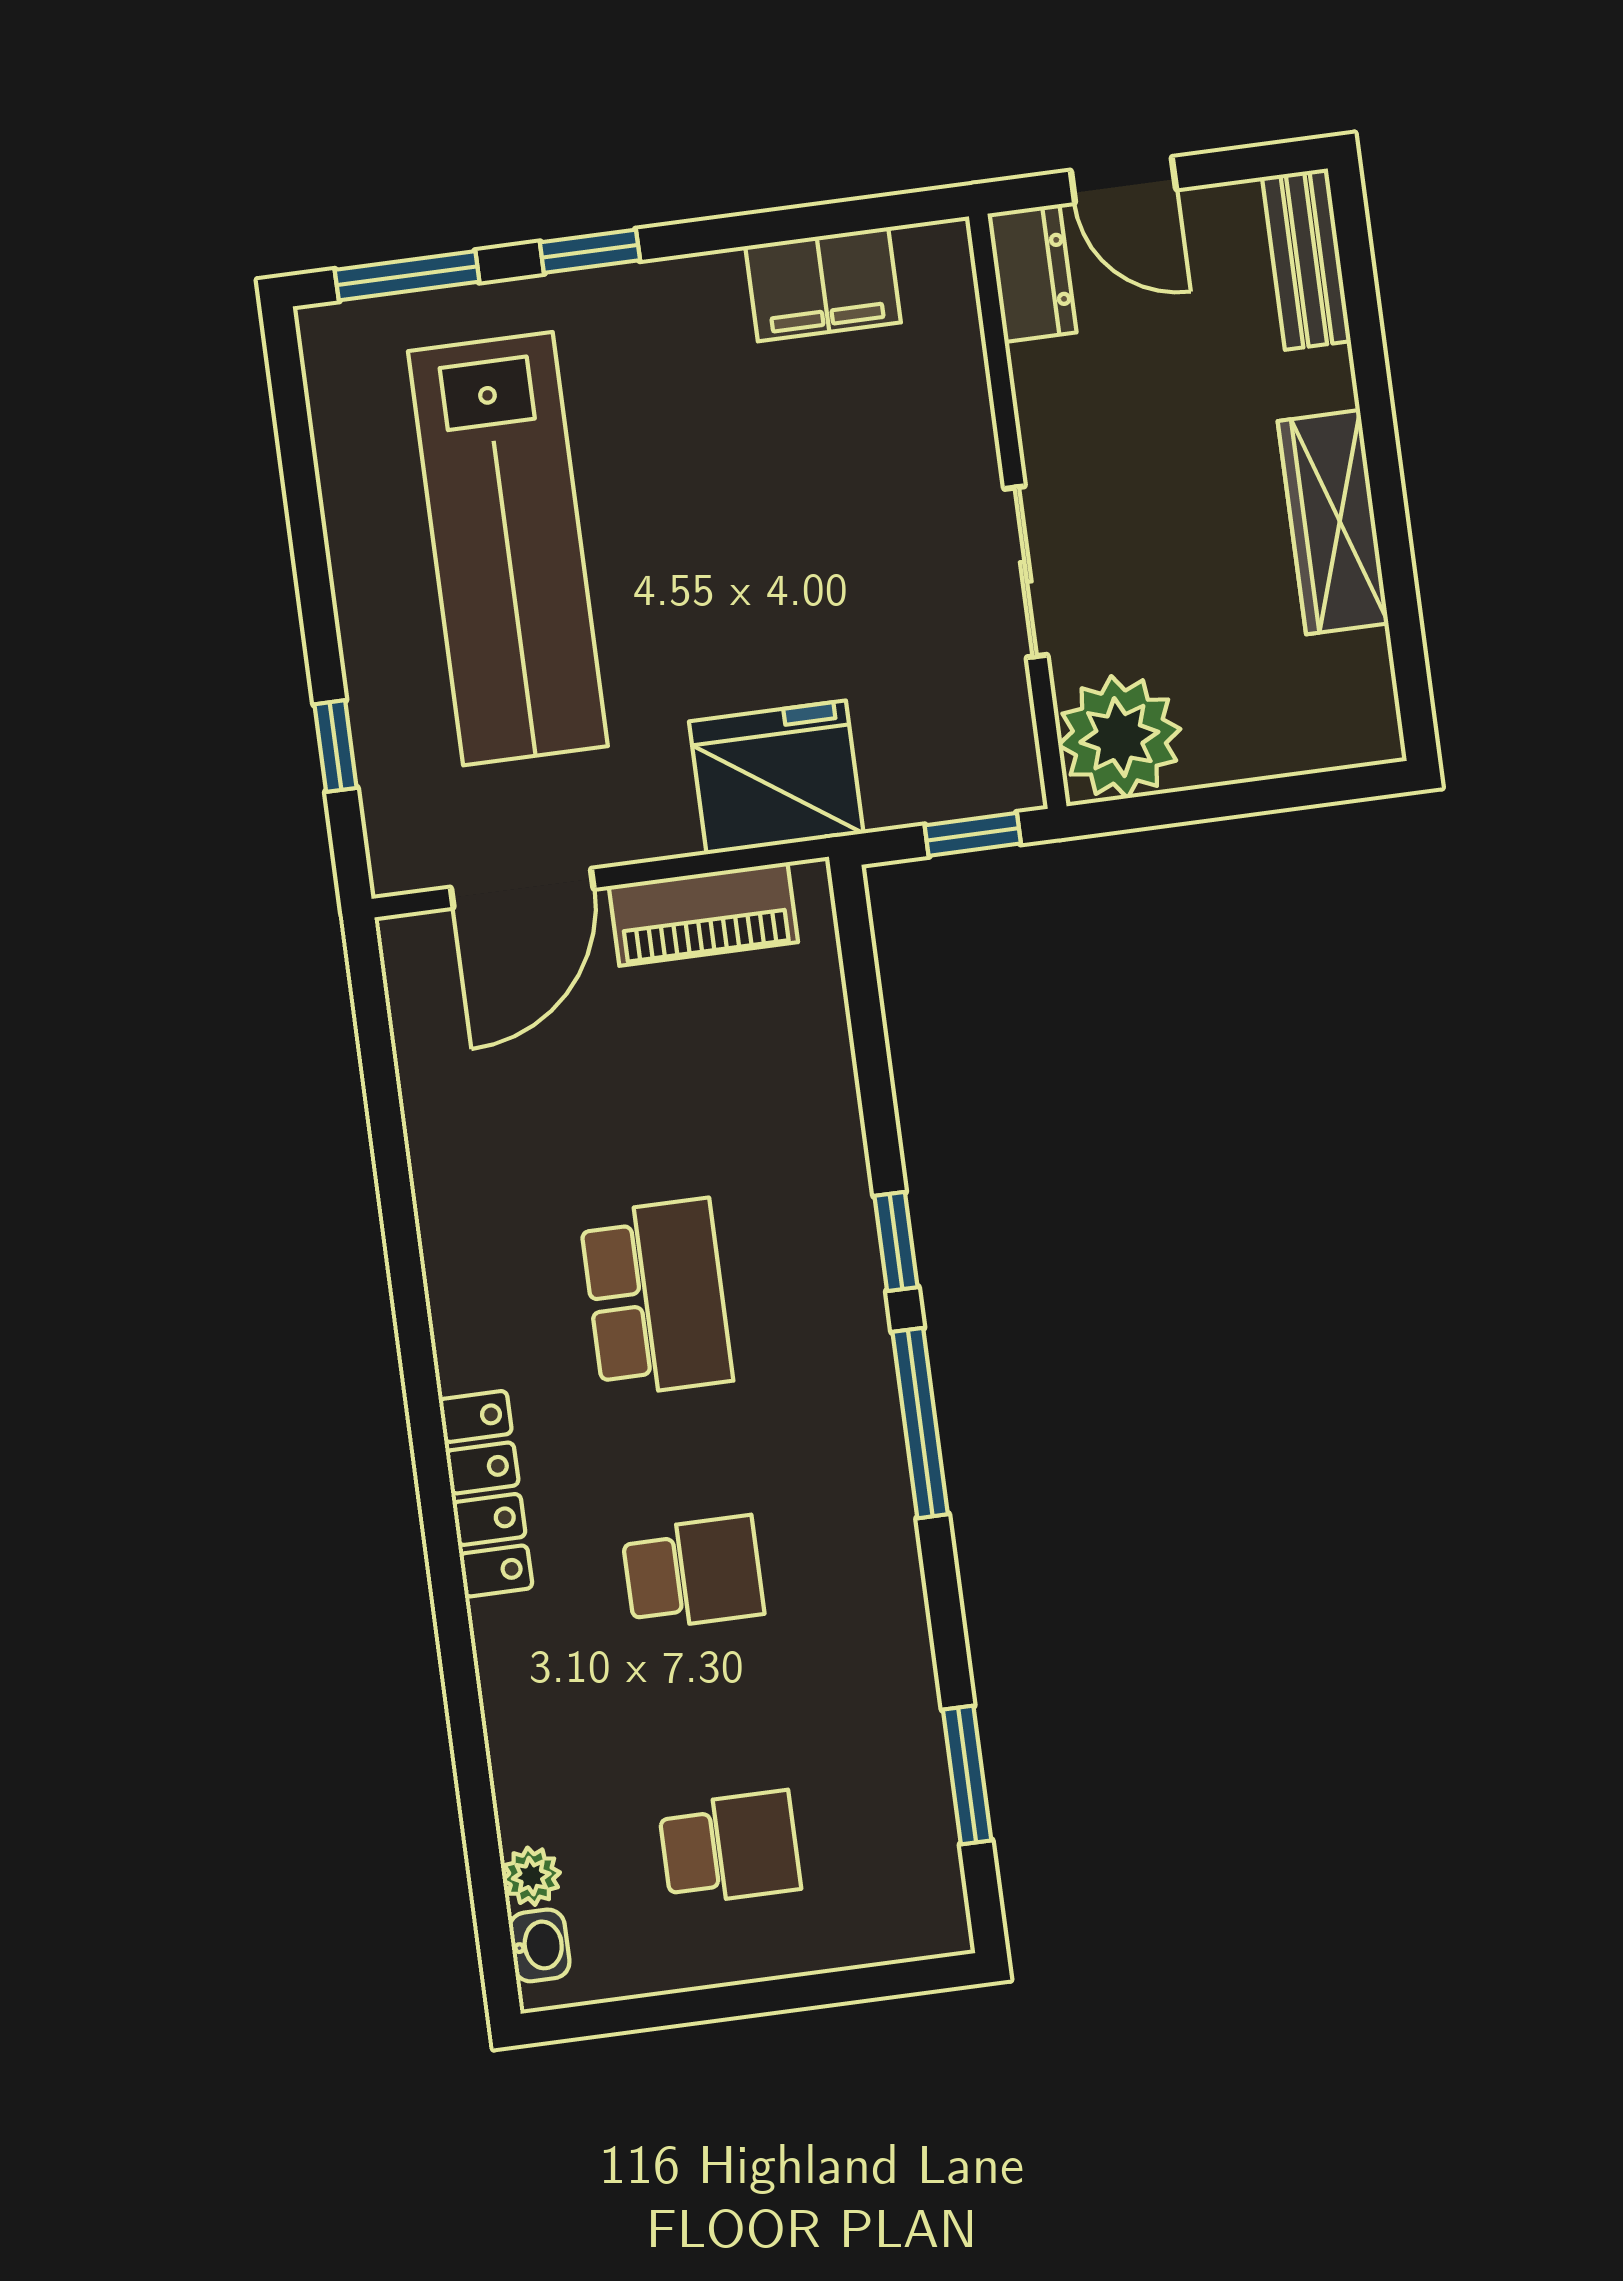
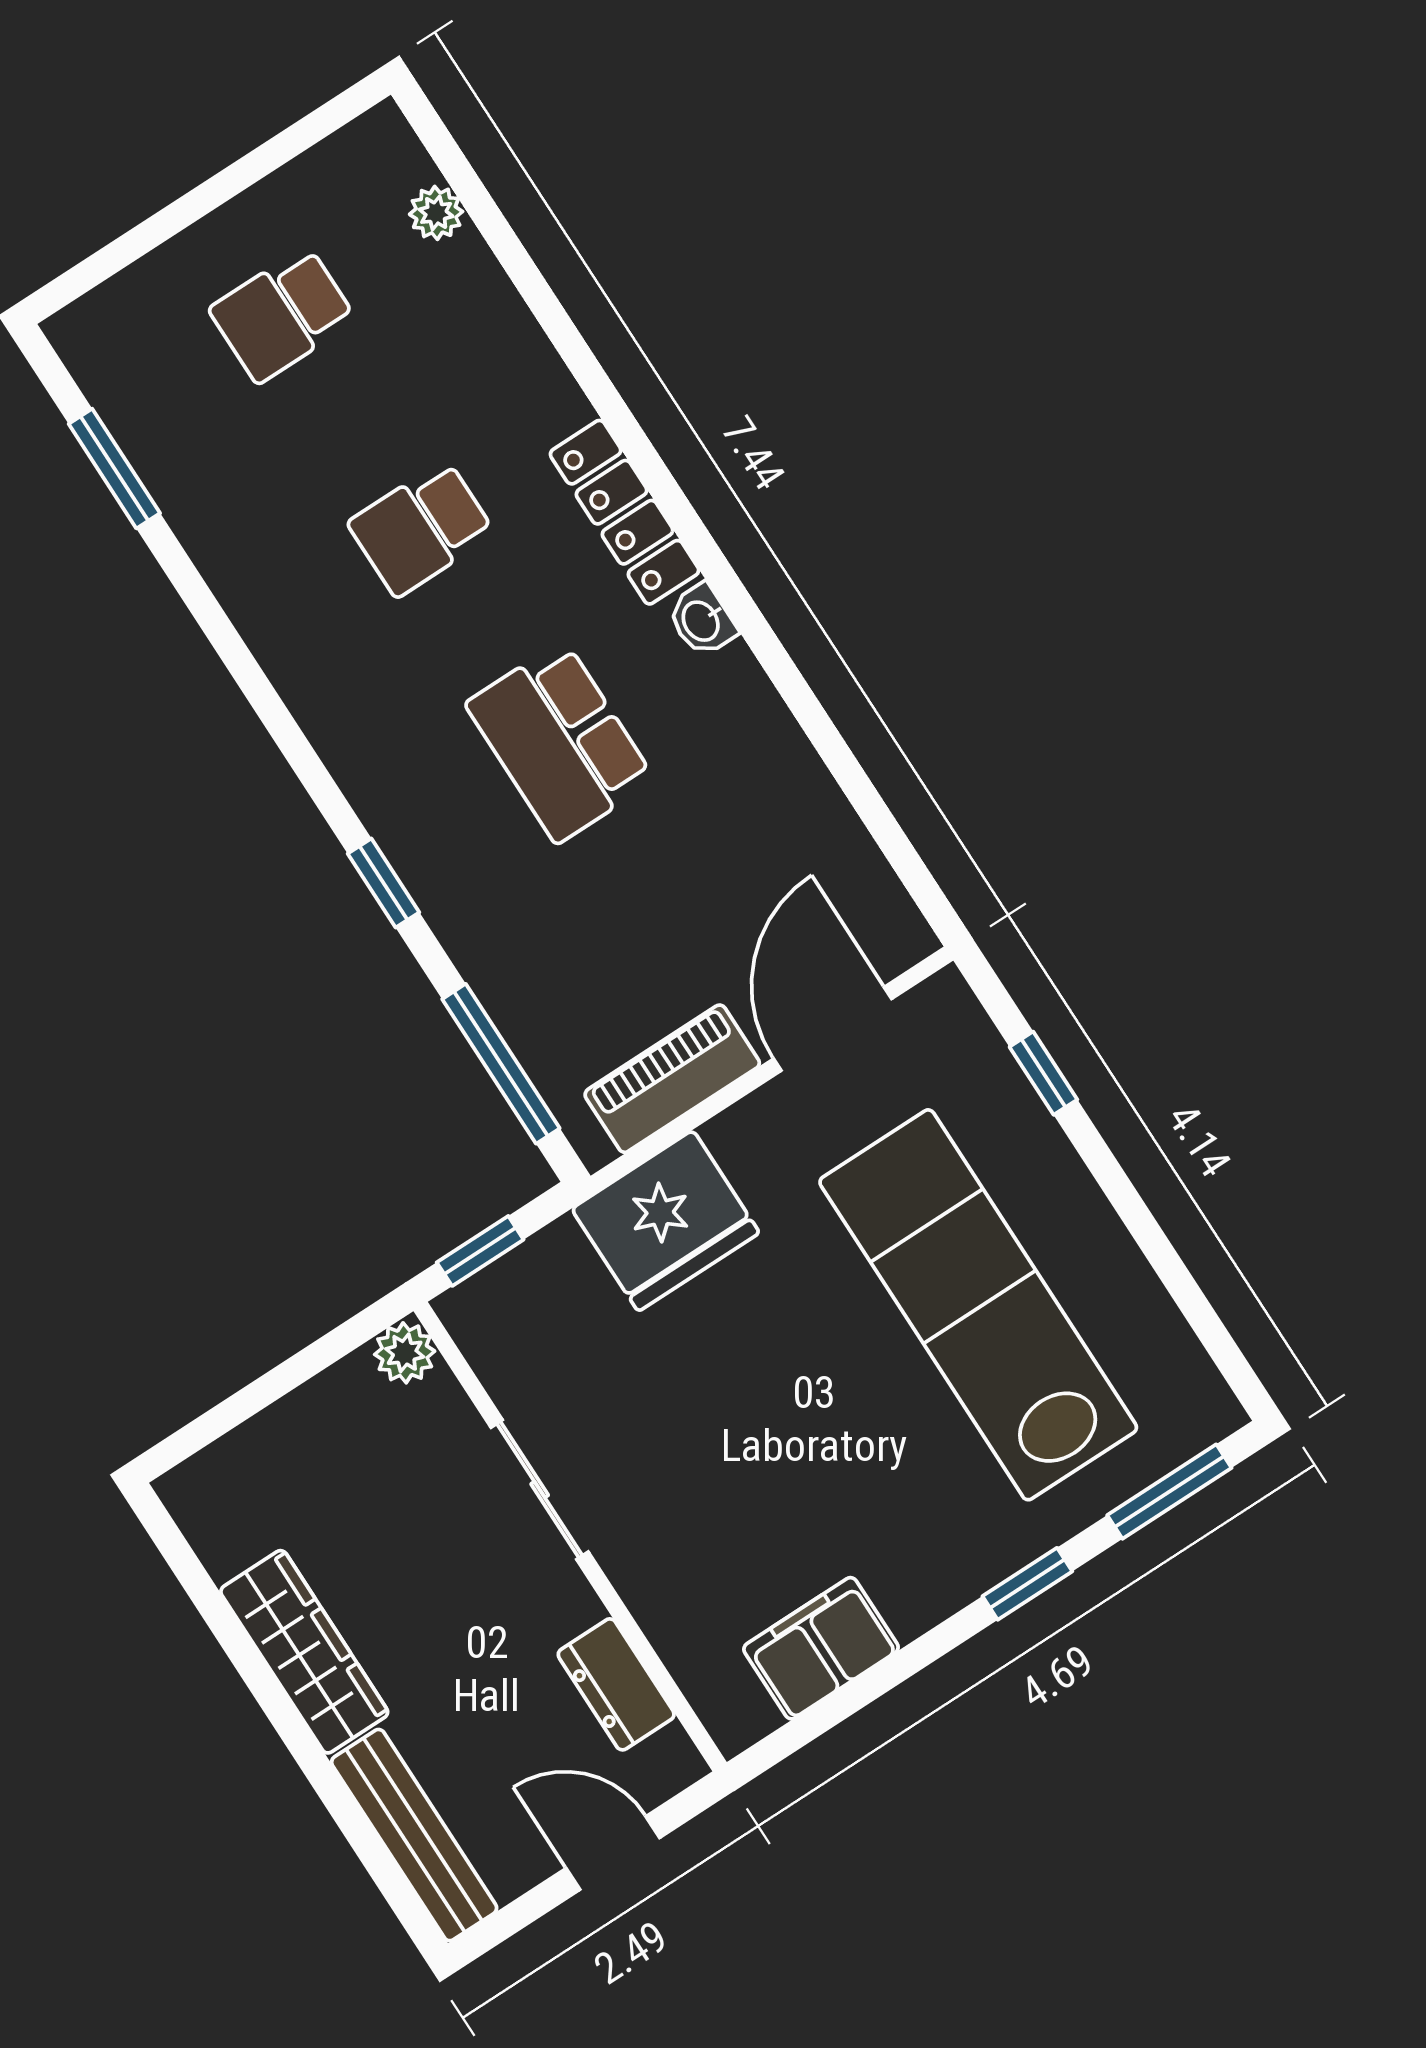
bench: (1306, 259) -> (414, 1835), width x1.36
dresser: (1032, 273) -> (616, 1684), moved
plant: (1119, 737) -> (405, 1353), width x0.53, depth x0.53
window: (920, 1423) -> (501, 1064), moved
washbasin: (539, 1945) -> (702, 620), moved

